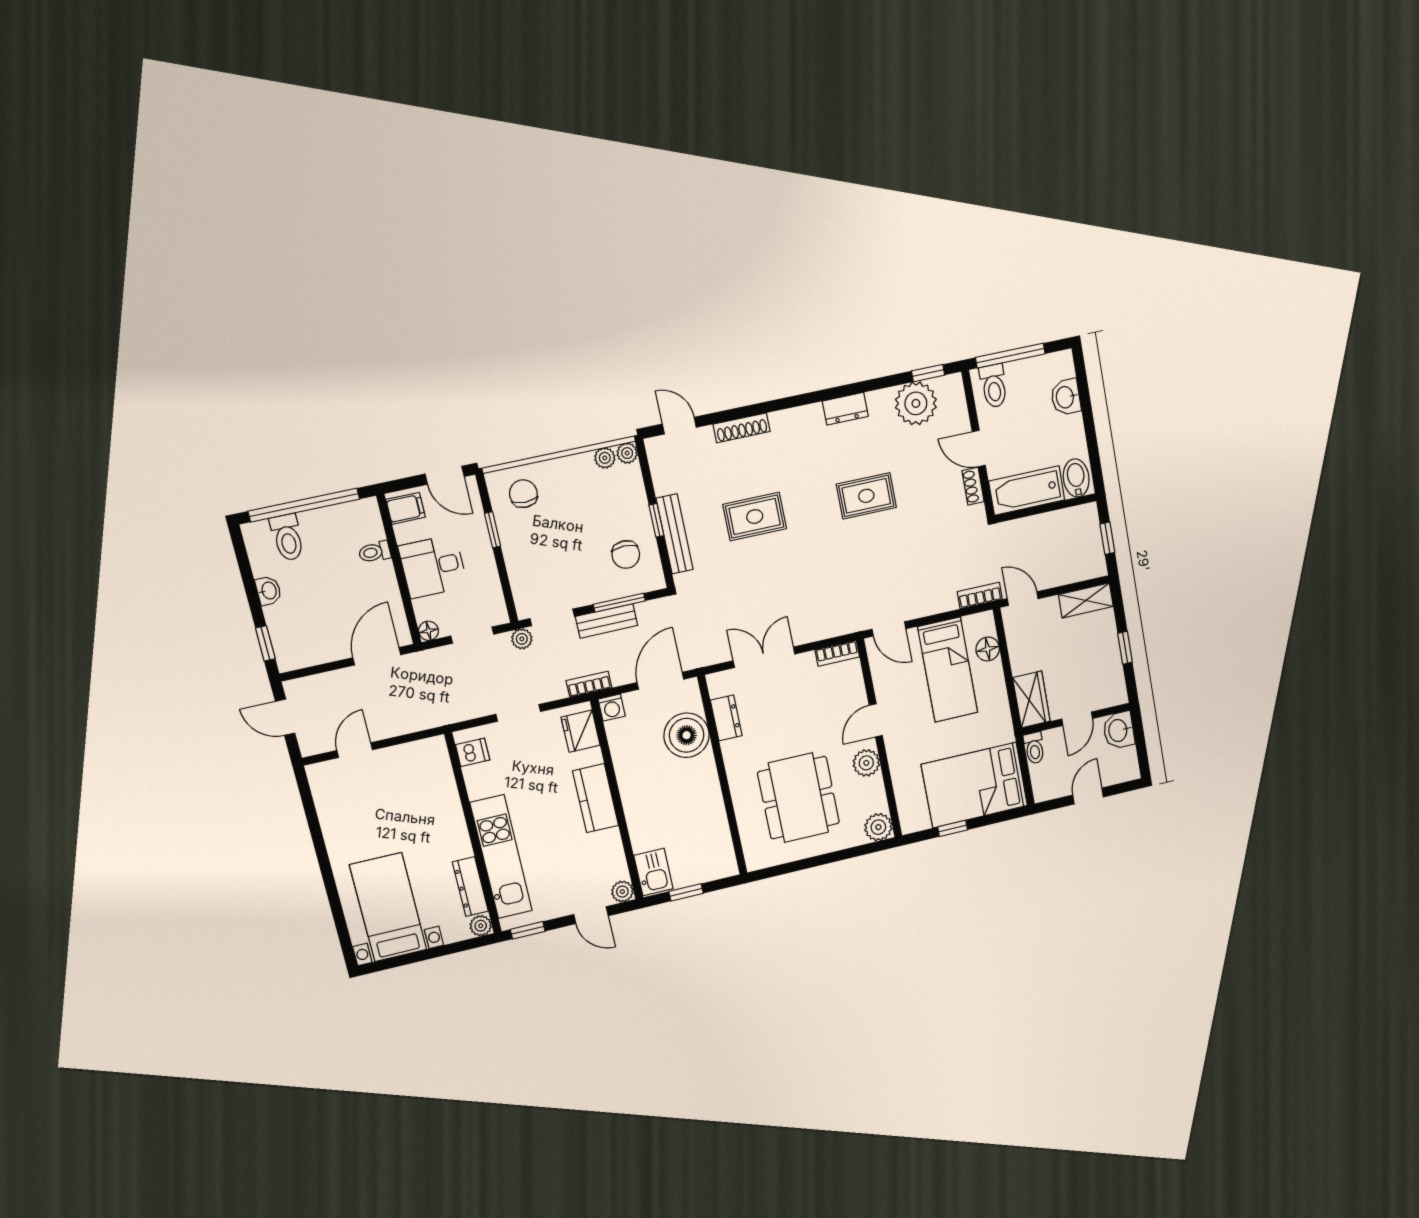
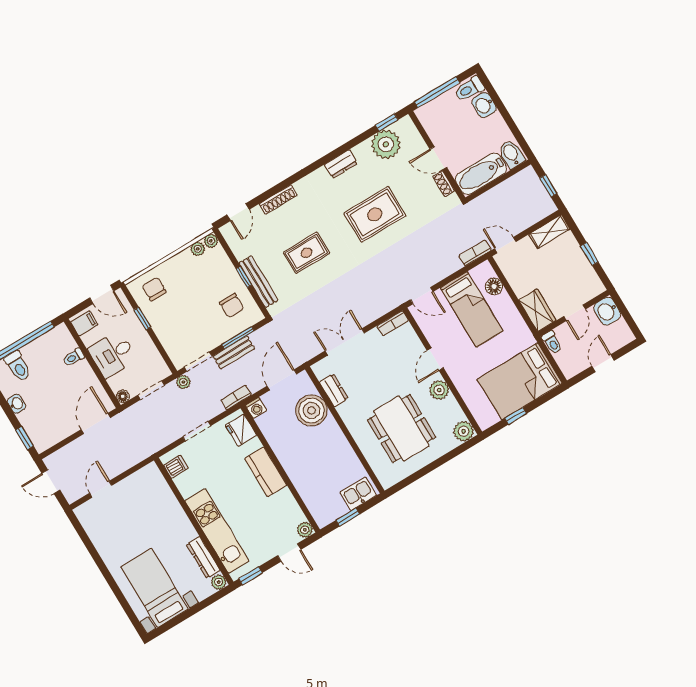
toilet: (994, 386) -> (469, 89), moved, turned 90
door: (679, 426) -> (238, 212), swing flipped
rug: (866, 496) -> (375, 214), width x1.36, depth x1.43
kitchen sink: (653, 872) -> (358, 494), moved, turned -90

